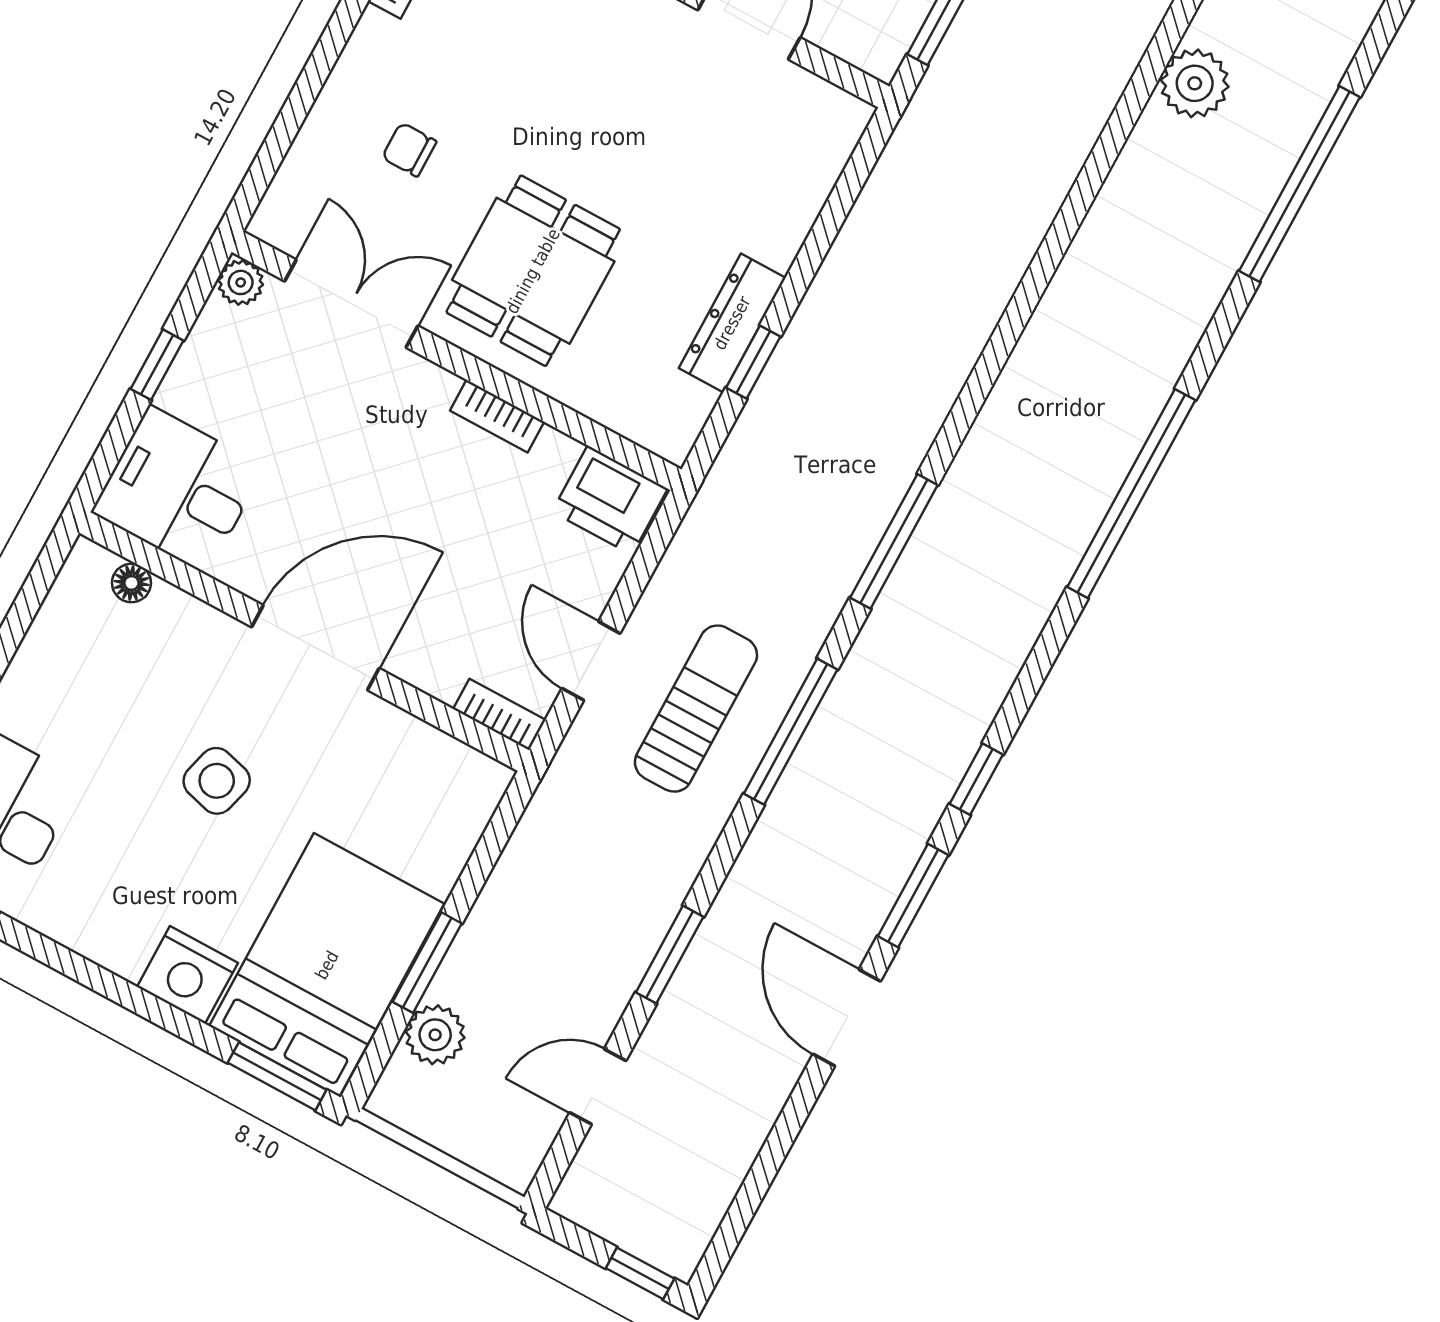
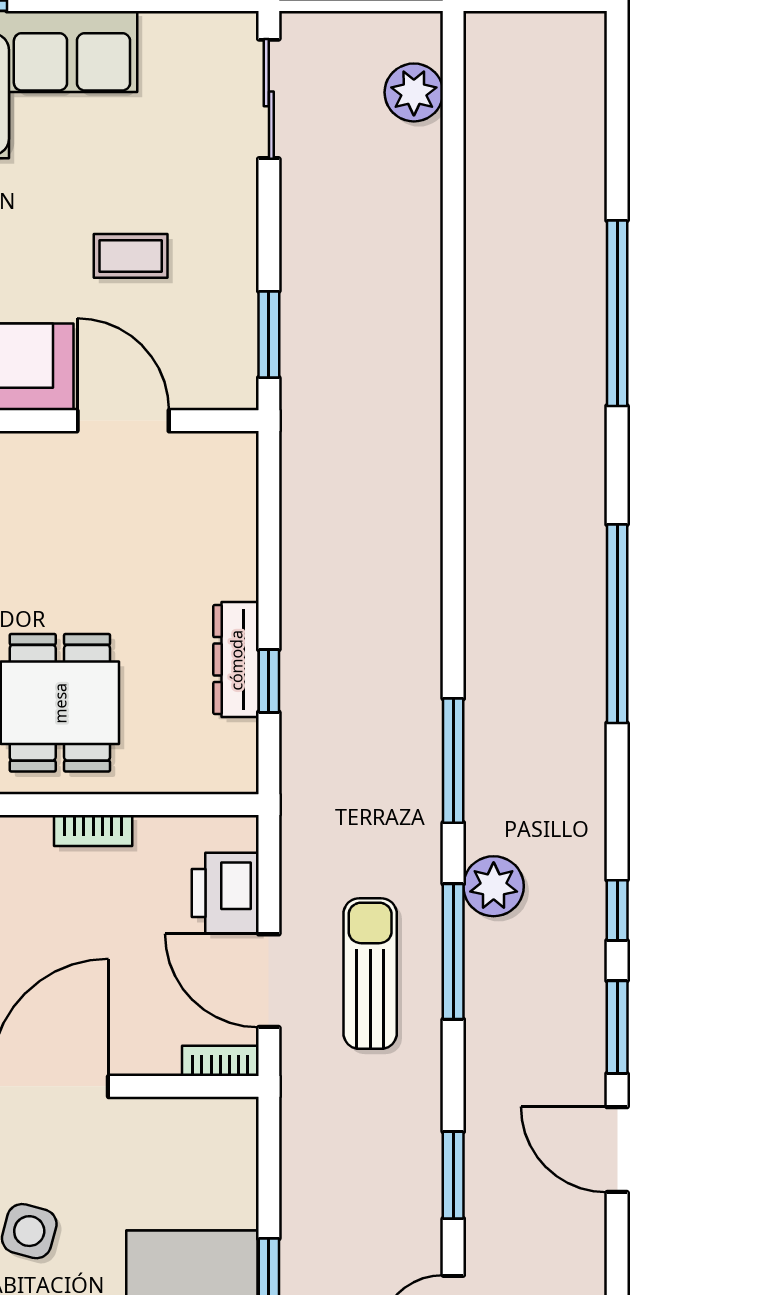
plant: (1195, 83) -> (494, 886), moved
printer: (610, 500) -> (225, 893), moved, turned 90
door: (591, 661) -> (269, 981), width x1.38

